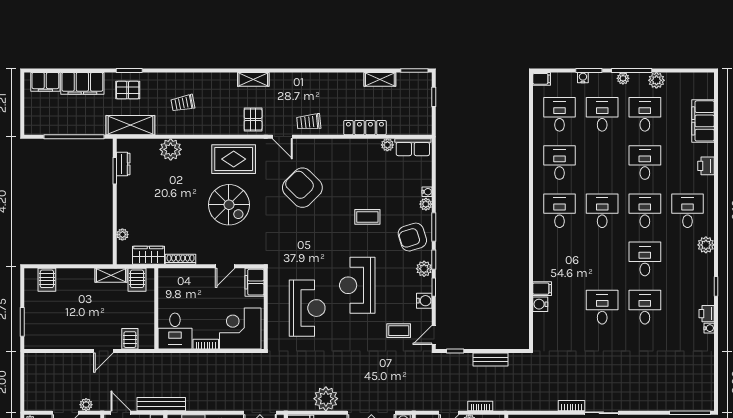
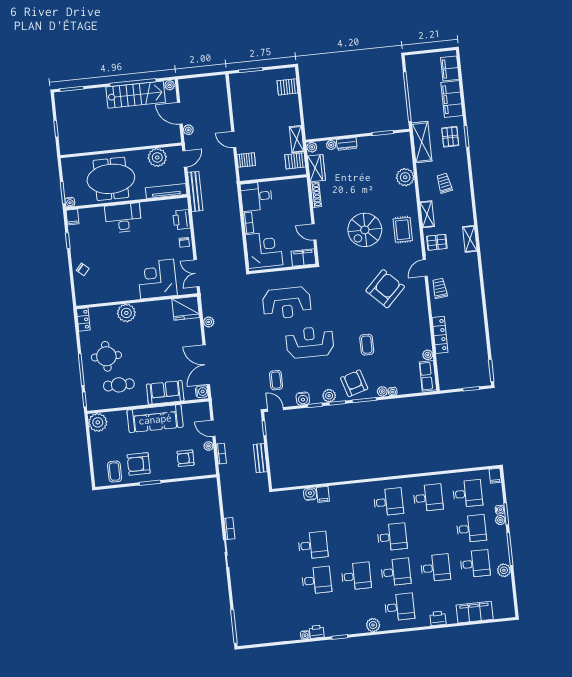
plant: (623, 78) -> (500, 520), moved
shelving: (380, 79) -> (427, 214), moved
rug: (234, 159) -> (403, 230), width x0.73, depth x0.70
dresser: (123, 164) -> (347, 144), moved
plant: (123, 258) -> (312, 147), added
plant: (326, 399) -> (209, 322), width x0.53, depth x0.53

